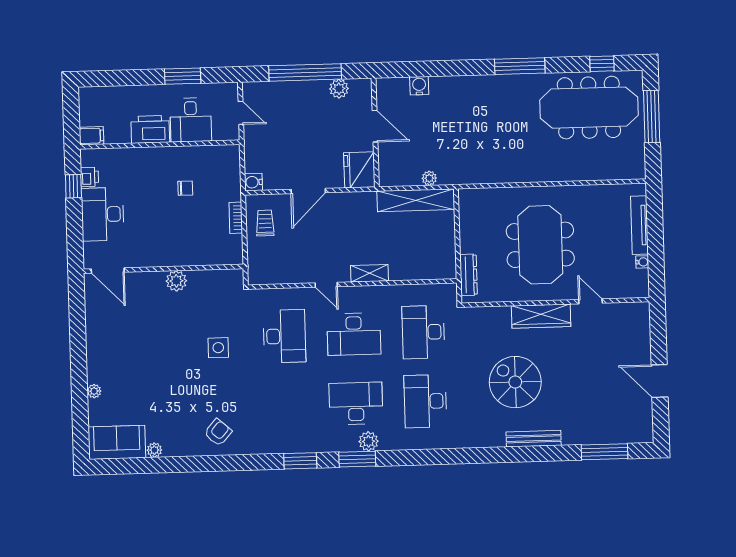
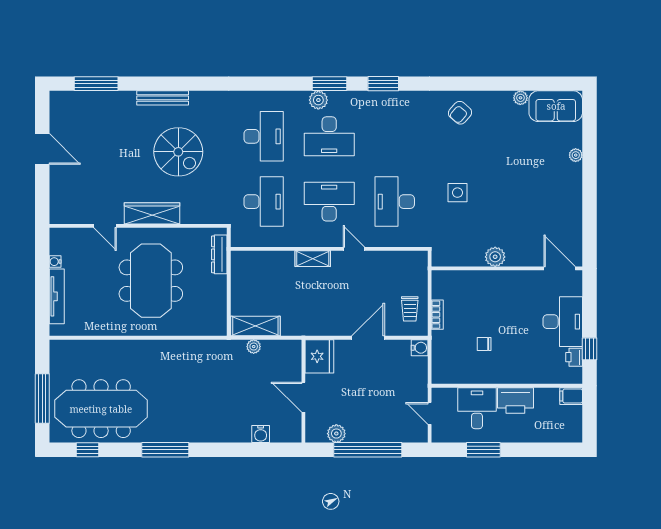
shelving: (416, 200) -> (255, 326), width x0.68

